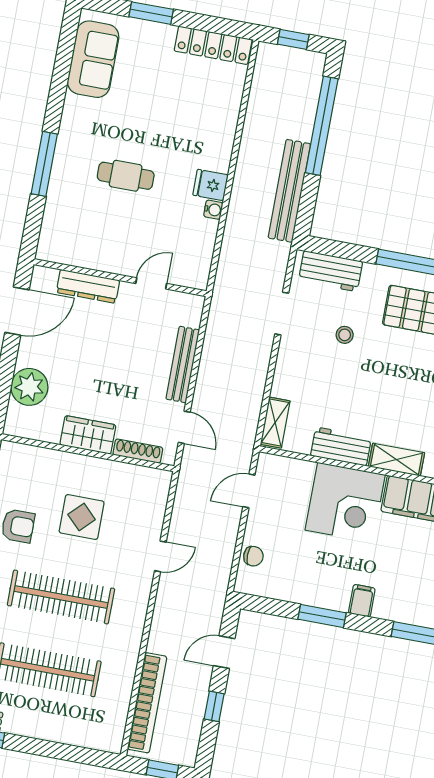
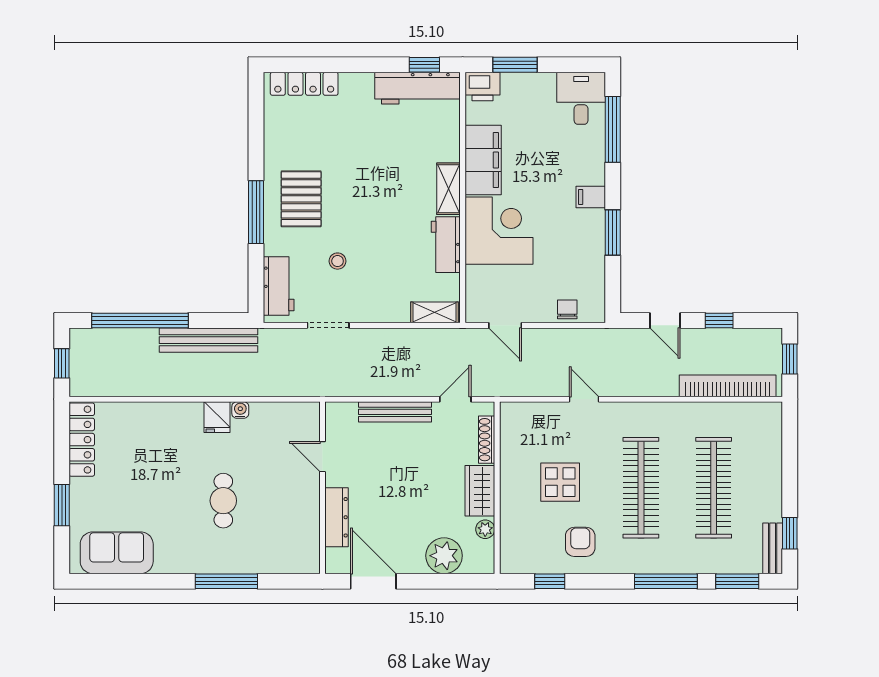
plant: (48, 433) -> (485, 529), added

